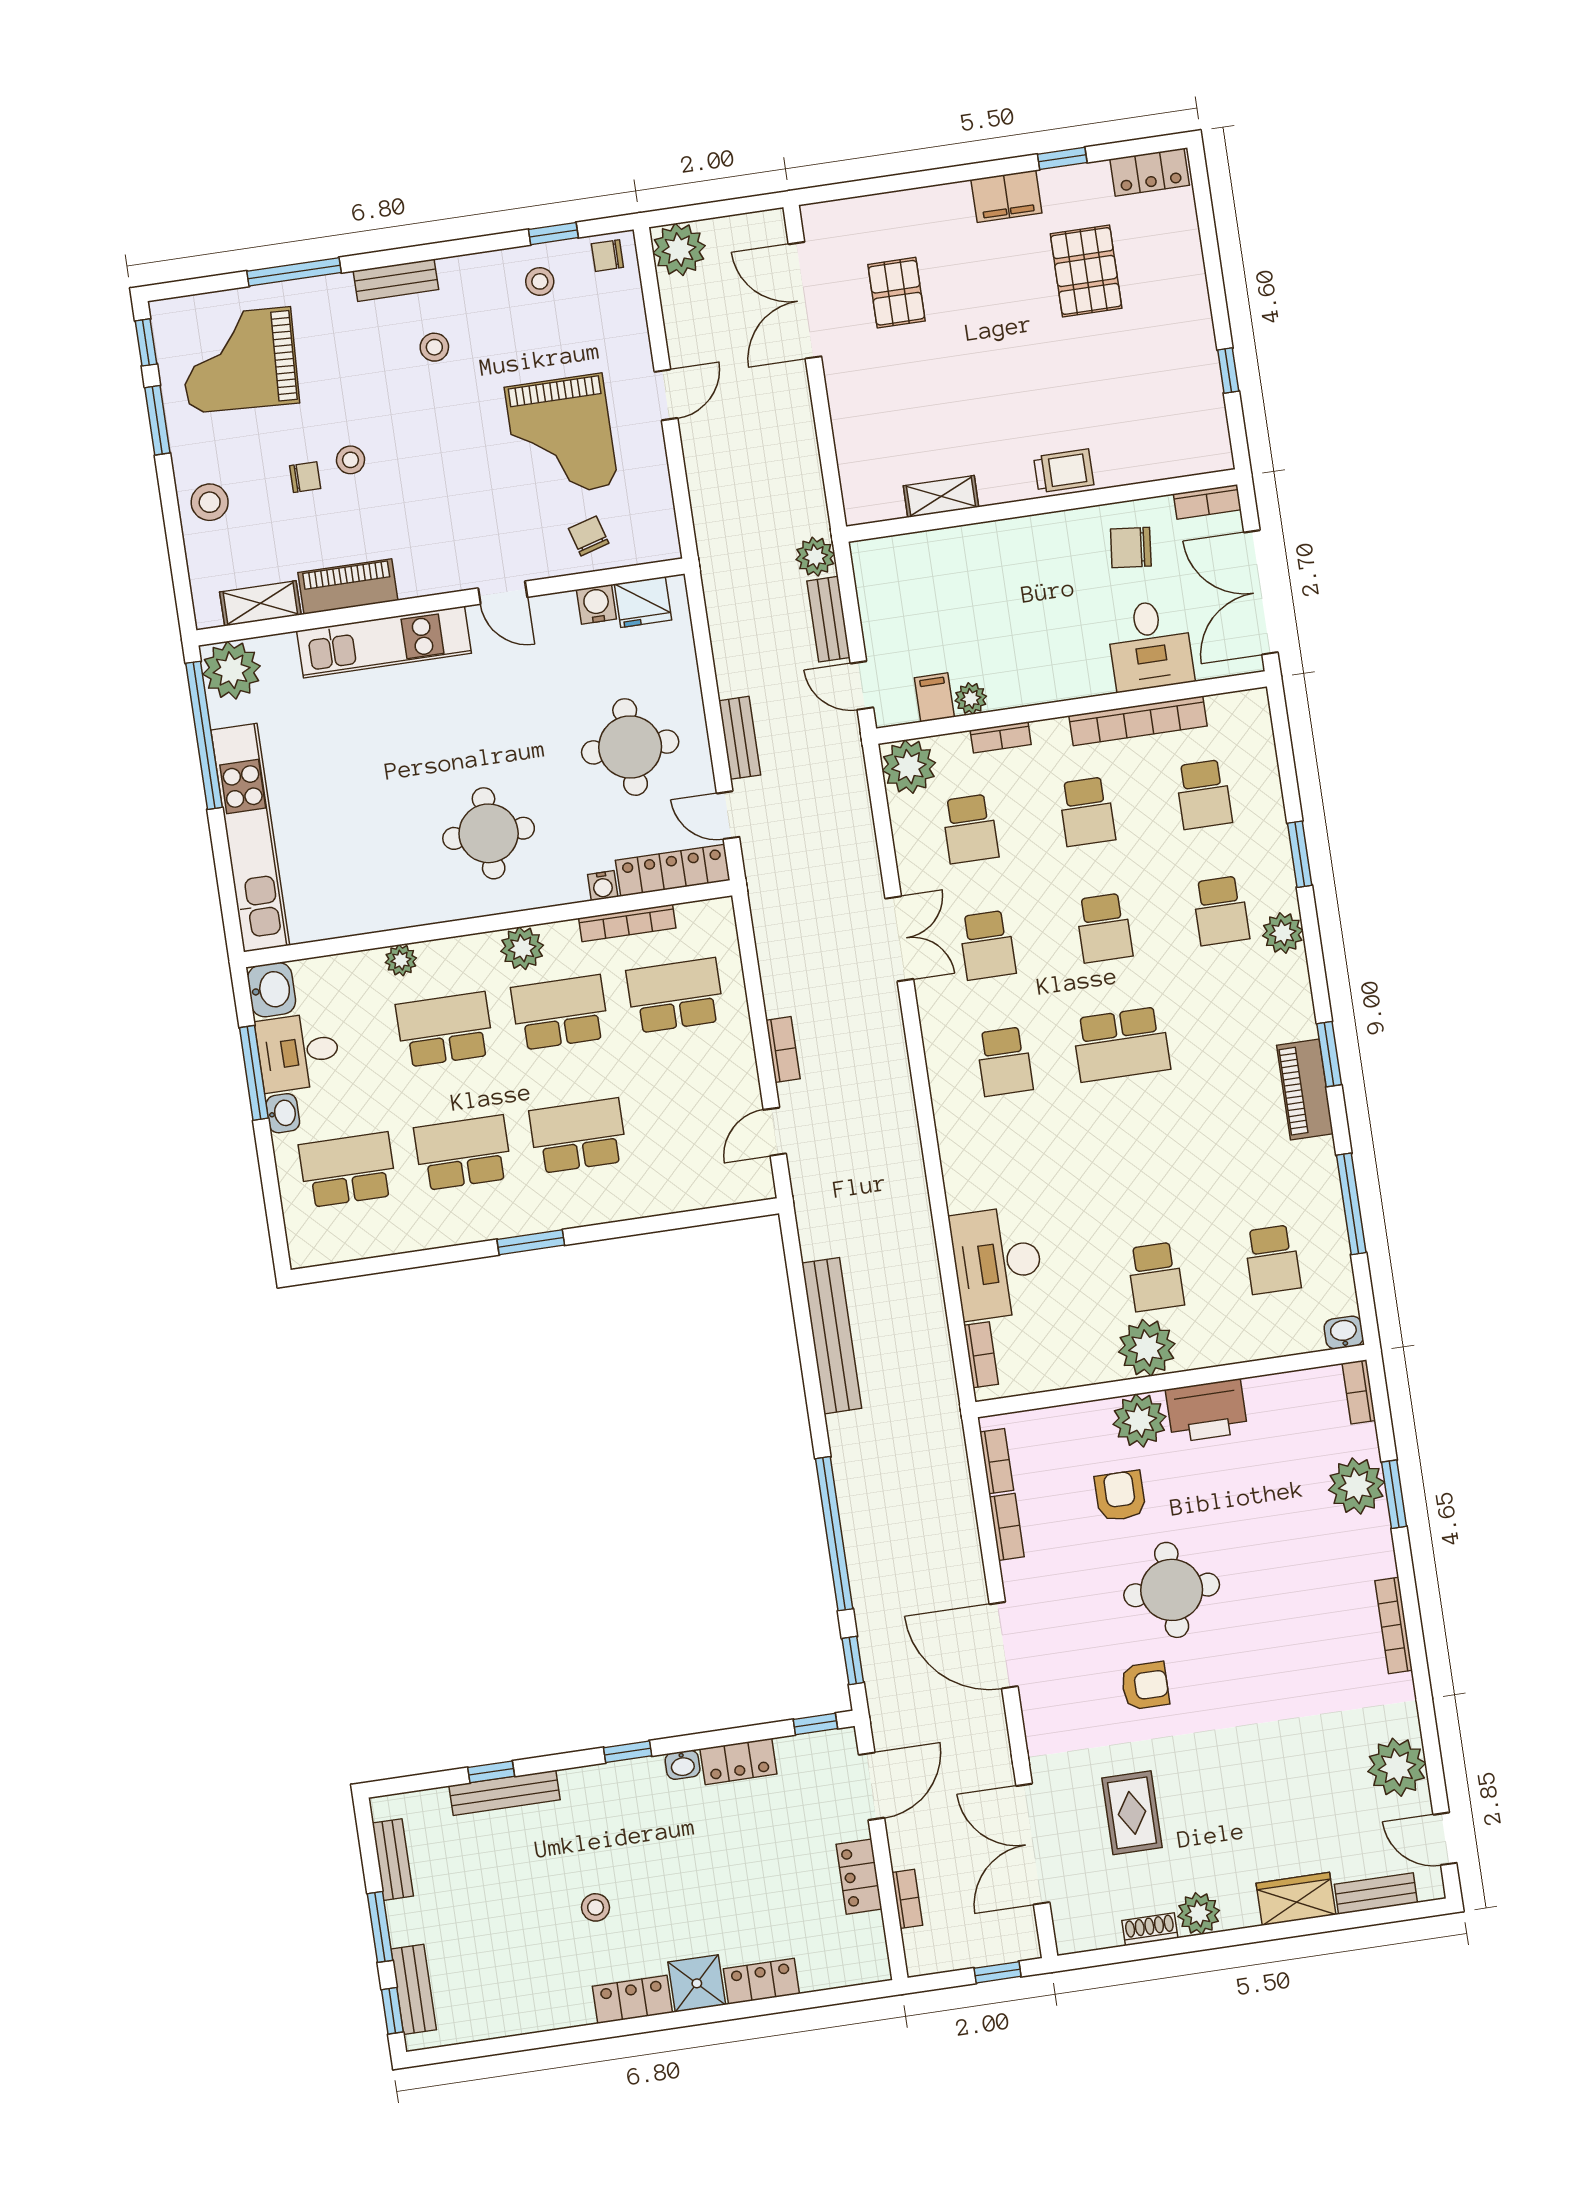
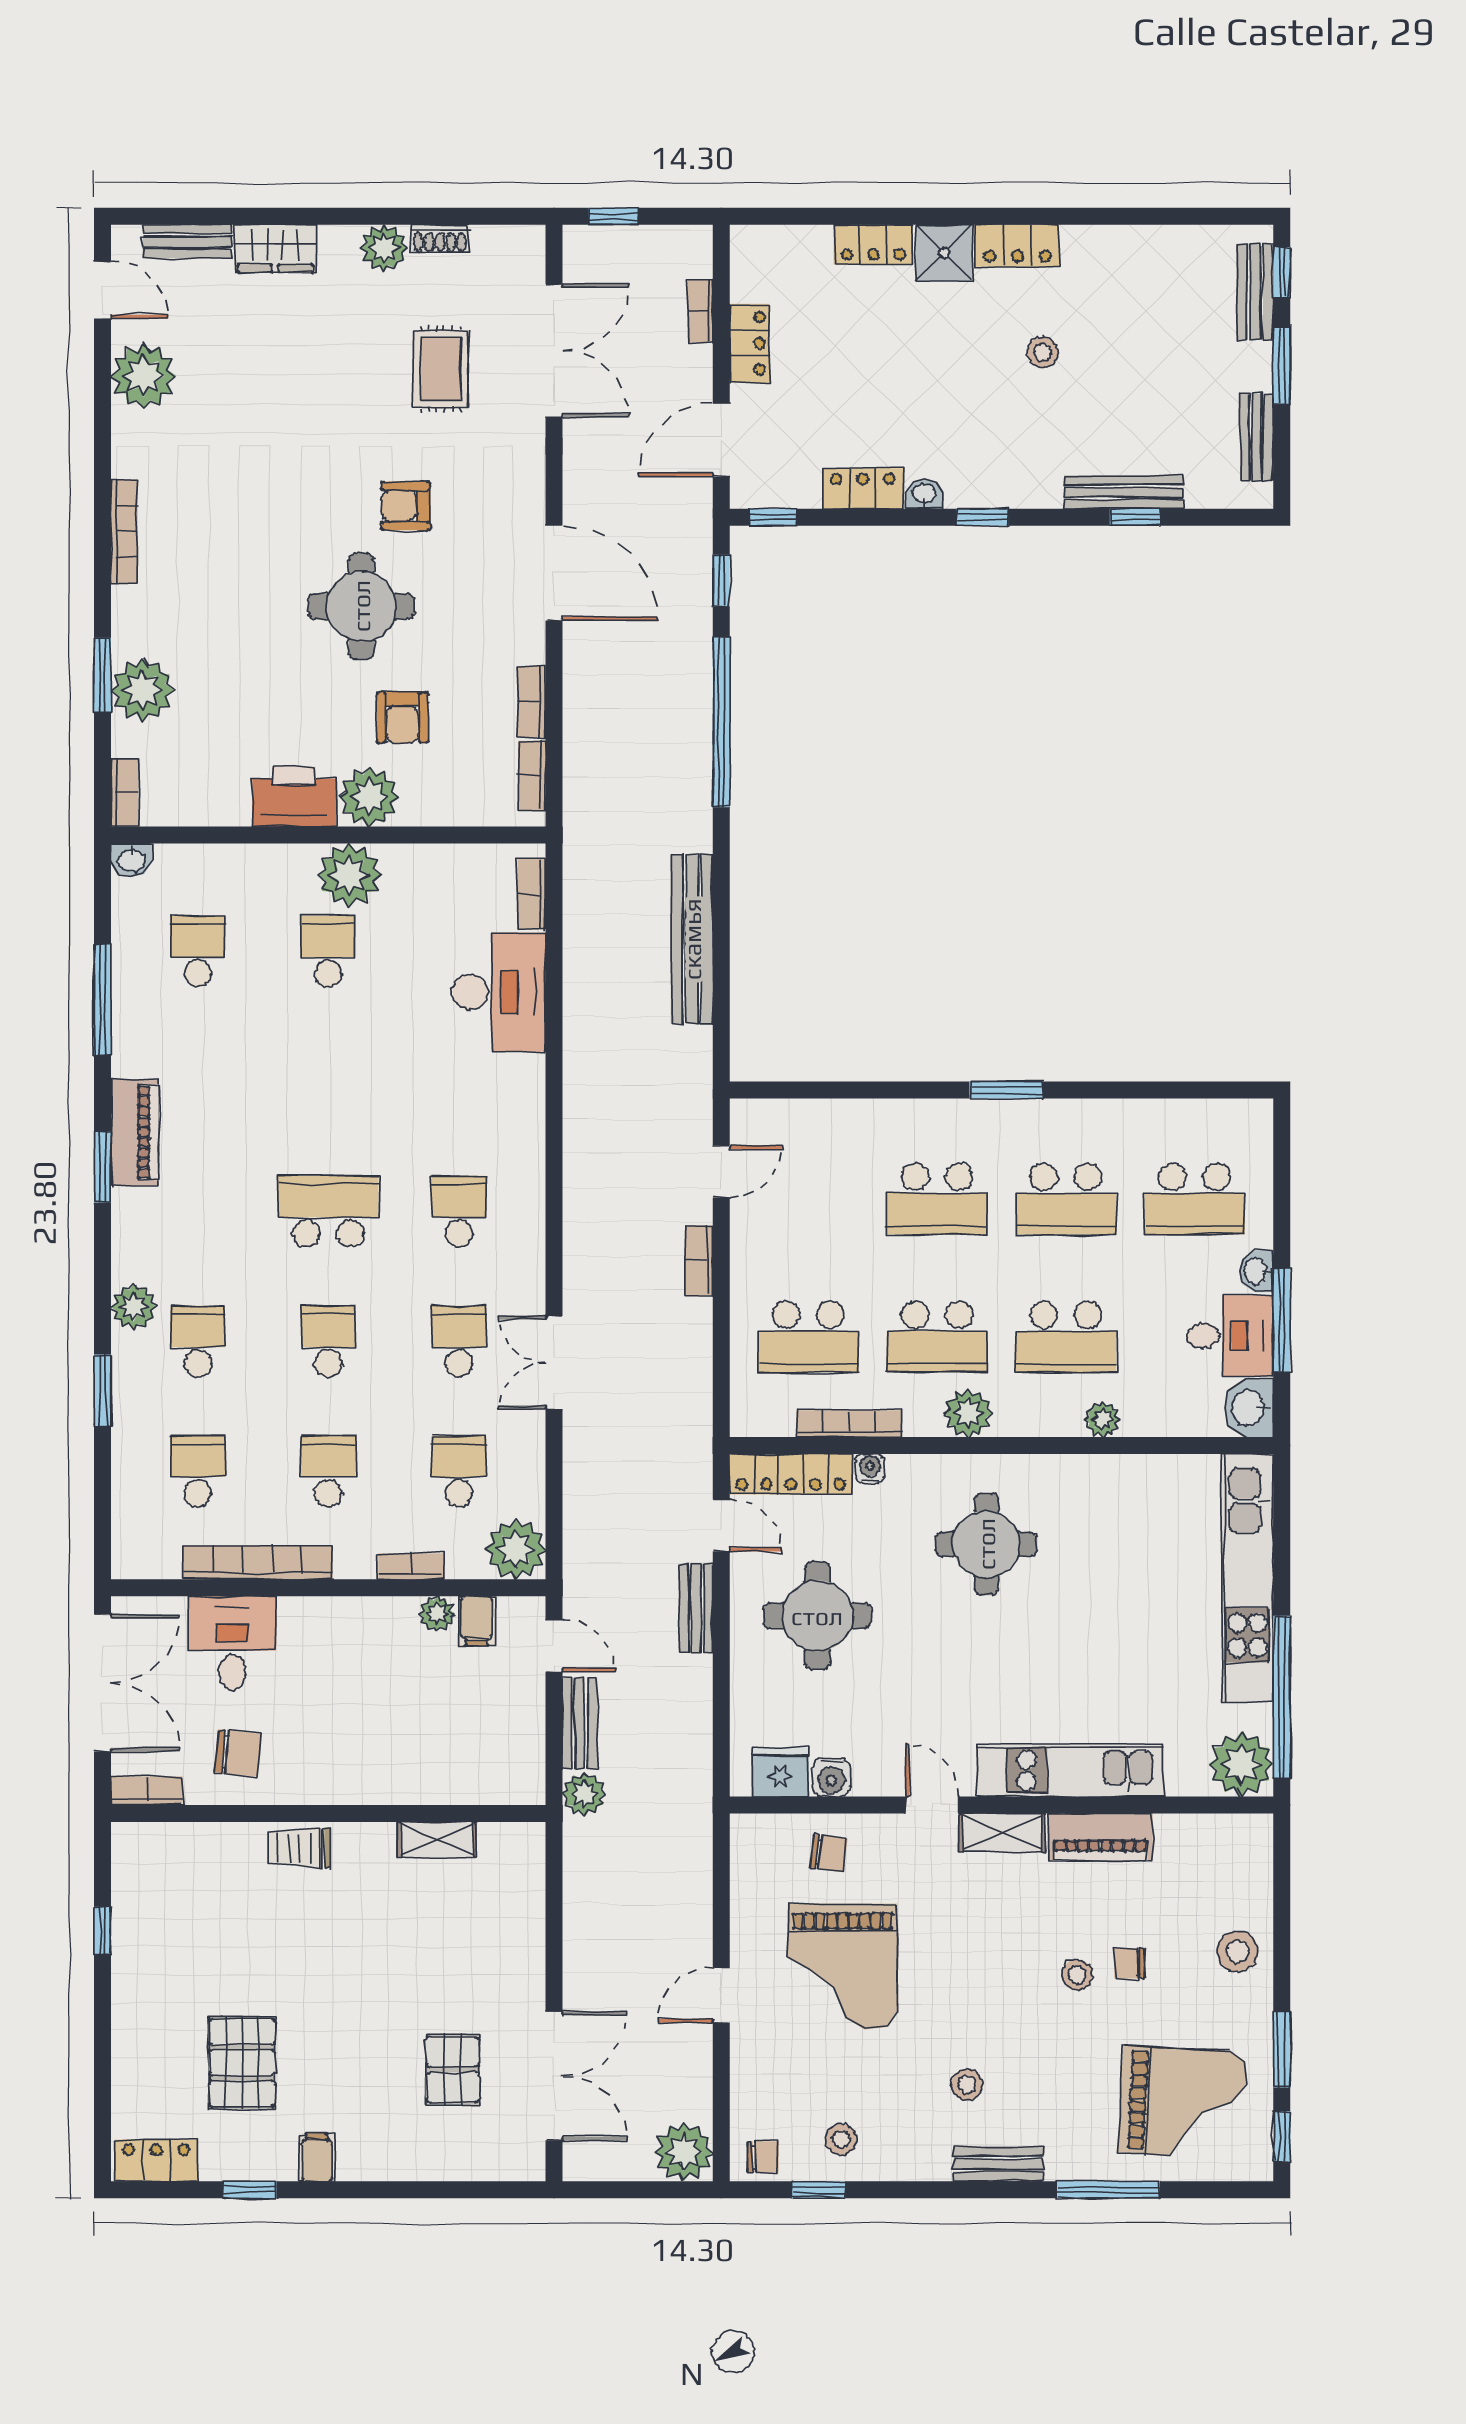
filing cabinet: (1006, 196) -> (317, 2157), width x0.50
grand piano: (561, 436) -> (843, 1967), turned 180
chair: (589, 536) -> (829, 1853), turned -66
shelving: (260, 603) -> (1002, 1833), moved

